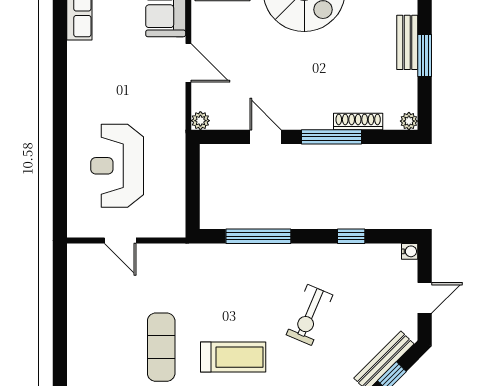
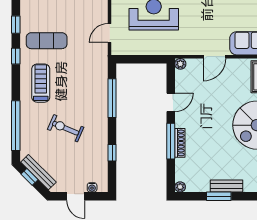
shoe rack: (358, 121) -> (180, 143), moved
door: (120, 240) -> (110, 33), moved
water cooler: (410, 251) -> (92, 187), moved
treadmill: (233, 357) -> (41, 83), turned 180

